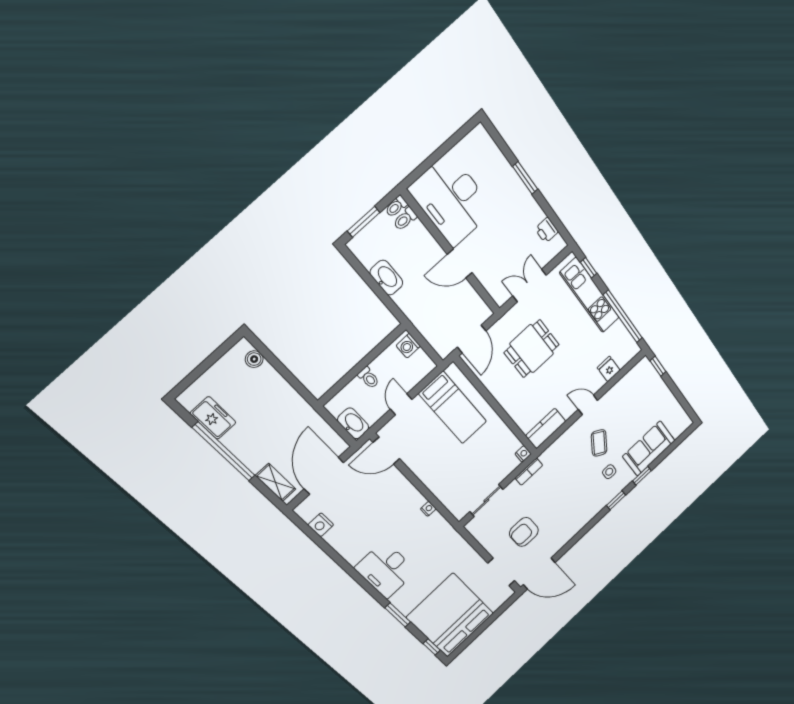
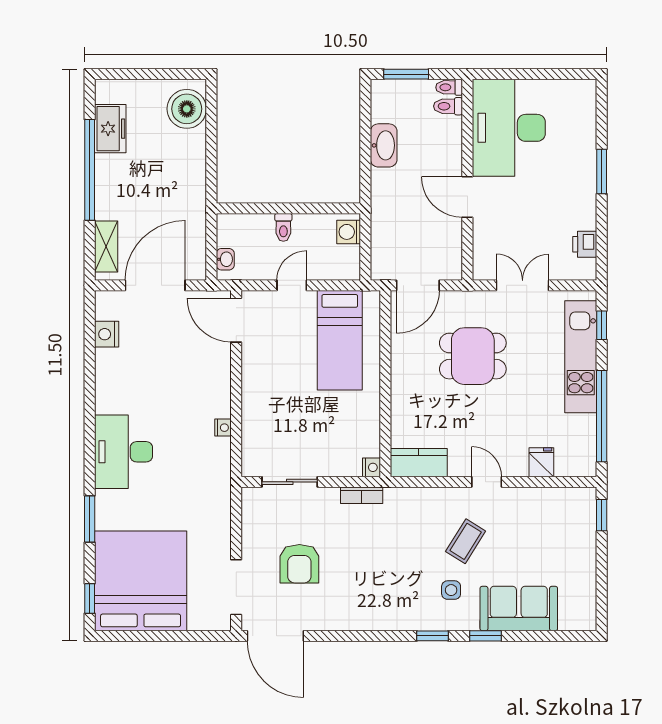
boiler: (254, 359) -> (187, 109), width x1.86, depth x1.86
washbasin: (353, 423) -> (225, 259), width x0.52, depth x0.69
armchair: (524, 532) -> (299, 564), turned -90

